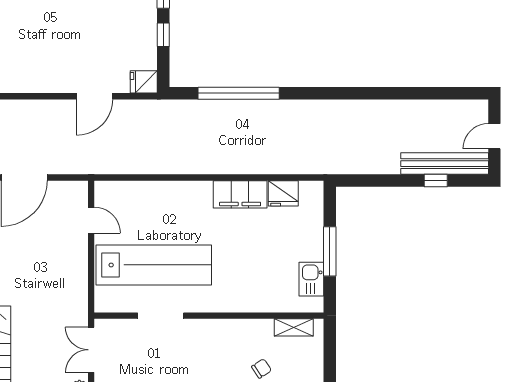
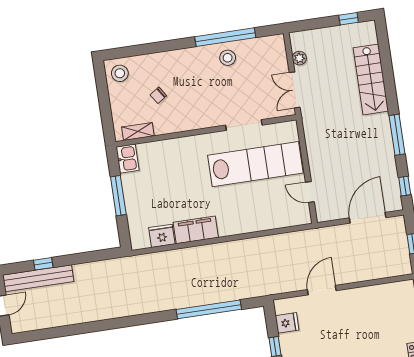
fridge: (144, 82) -> (287, 323), moved
lab bench: (154, 265) -> (255, 164), turned 180
kitchen sink: (311, 279) -> (128, 159), moved
double door: (91, 350) -> (295, 90), swing flipped

